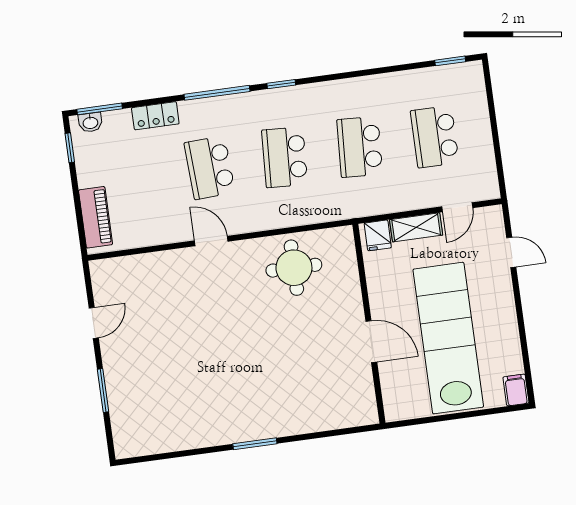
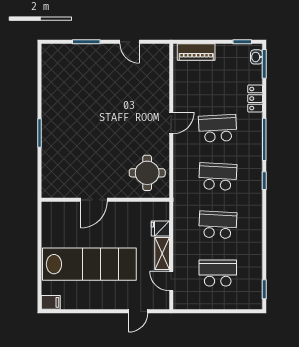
wall: (369, 324) -> (105, 200), moved
door: (371, 342) -> (94, 200), moved

